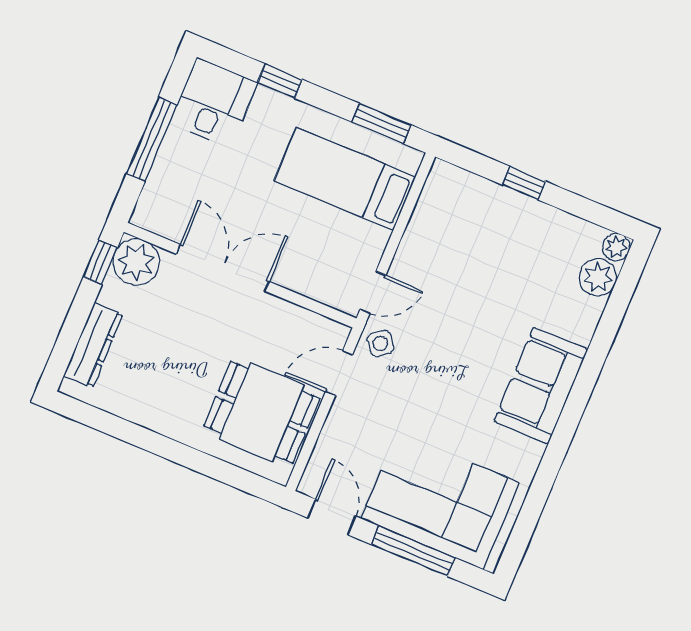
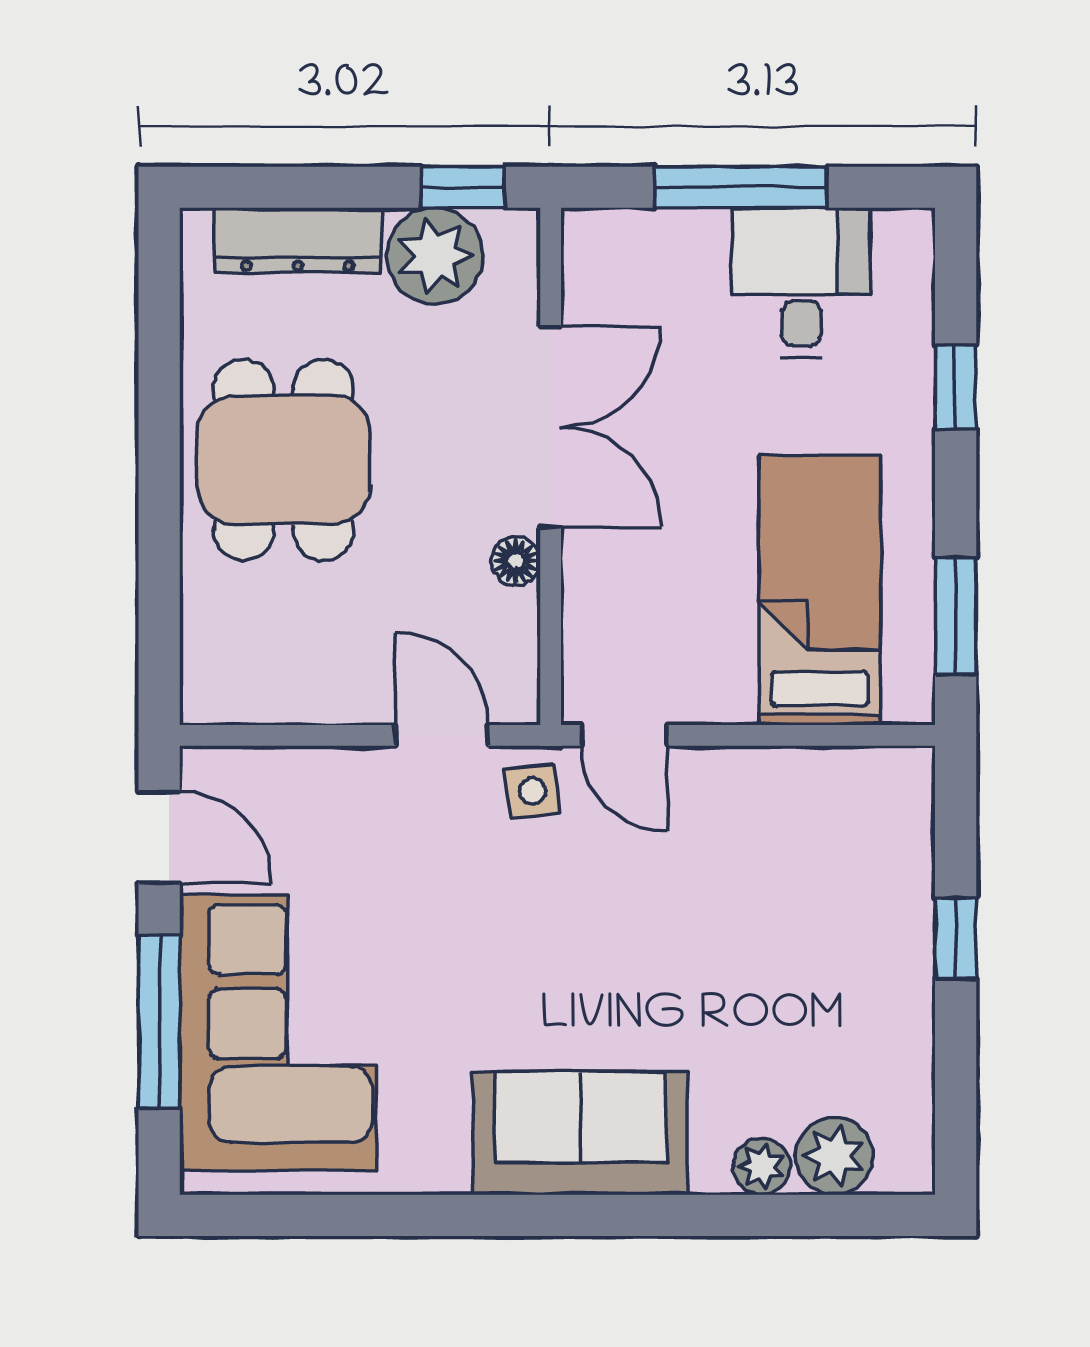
desk: (214, 103) -> (801, 283), moved, turned -90
plant: (616, 247) -> (761, 1167), moved
plant: (136, 262) -> (435, 256), moved
floor lamp: (276, 308) -> (516, 561), added
side table: (380, 343) -> (532, 791), turned 32
dining table: (262, 412) -> (284, 460), moved
door: (332, 517) -> (159, 837), hinge flipped

